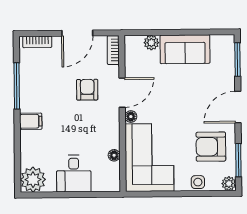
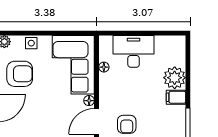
desk: (74, 174) -> (134, 51), width x1.37
plant: (33, 180) -> (175, 78), moved

